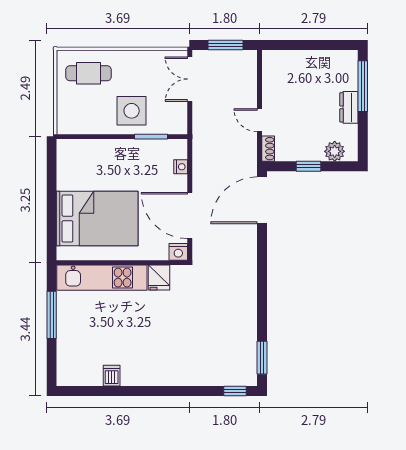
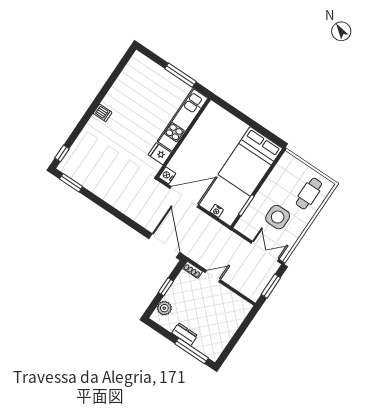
side table: (132, 111) -> (278, 217), moved
bed: (97, 219) -> (250, 161), moved
dishwasher: (112, 376) -> (103, 113), moved

